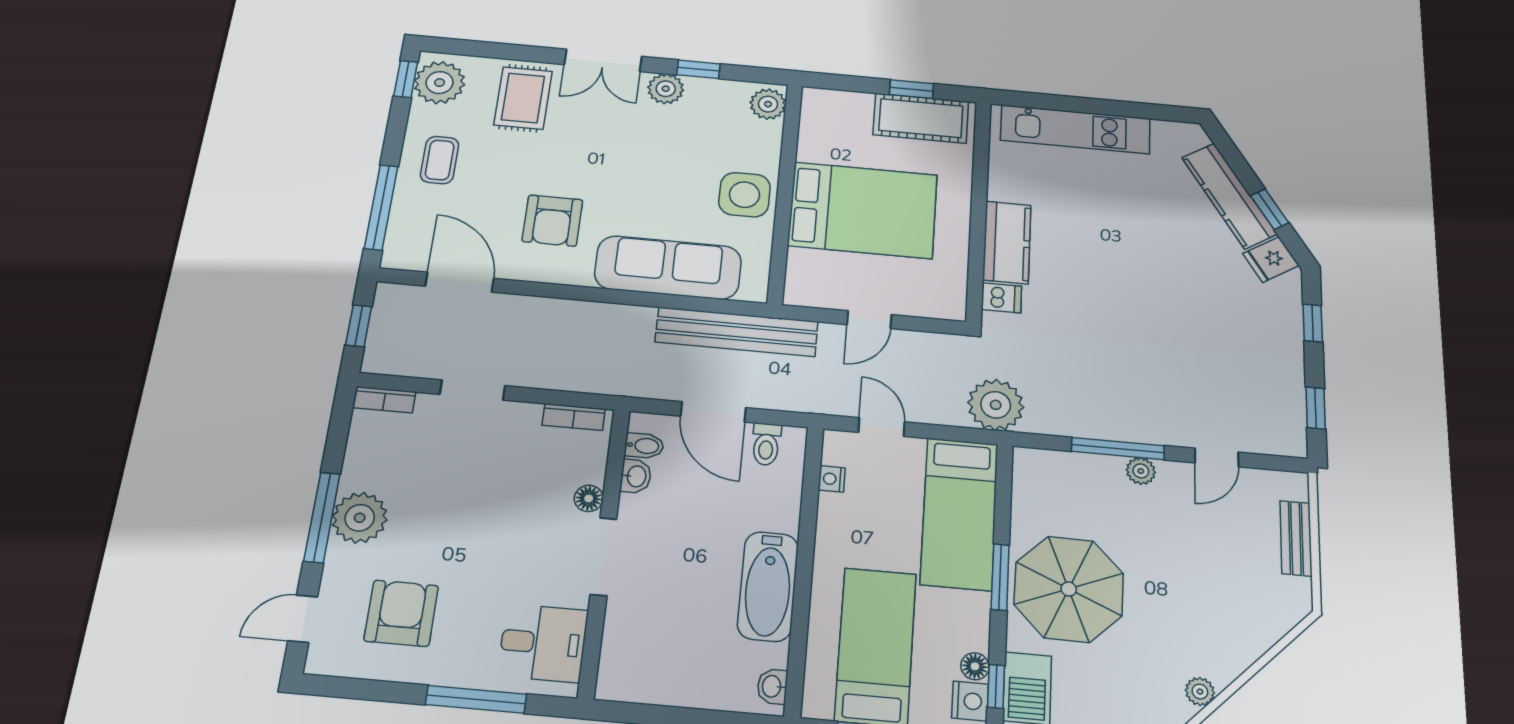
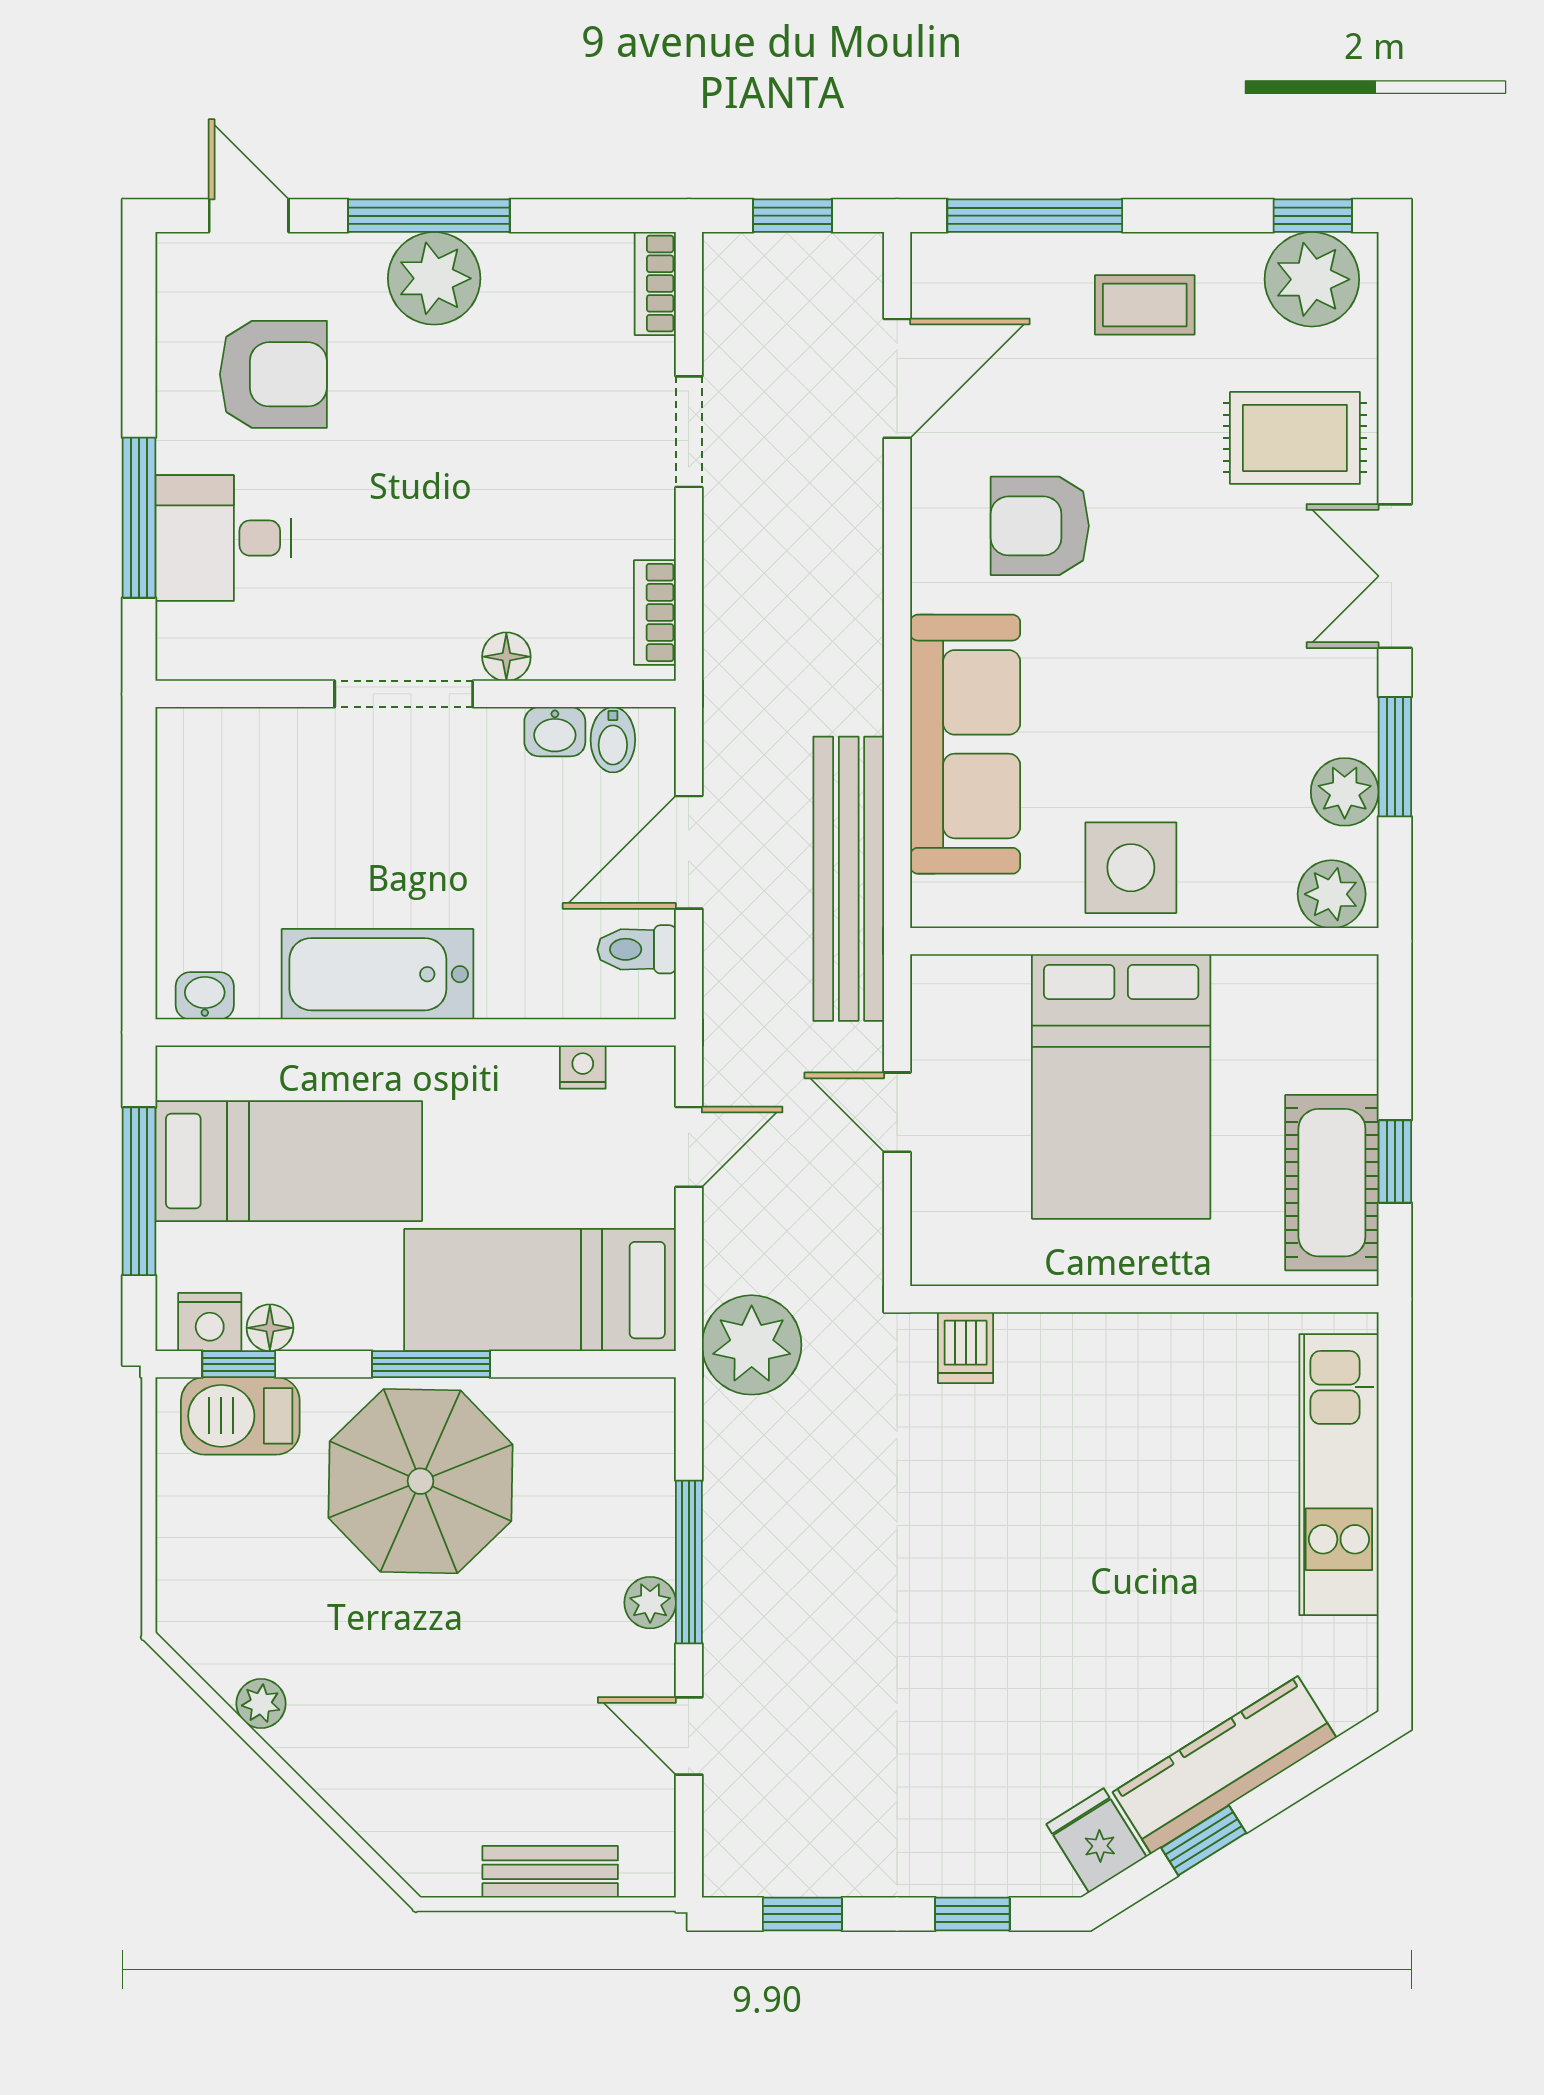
window: (698, 69) -> (1395, 757), width x1.50
plant: (666, 89) -> (1345, 792), moved
kitchen counter: (1007, 242) -> (1081, 1354), removed
desk: (543, 643) -> (223, 538), moved, turned 90

